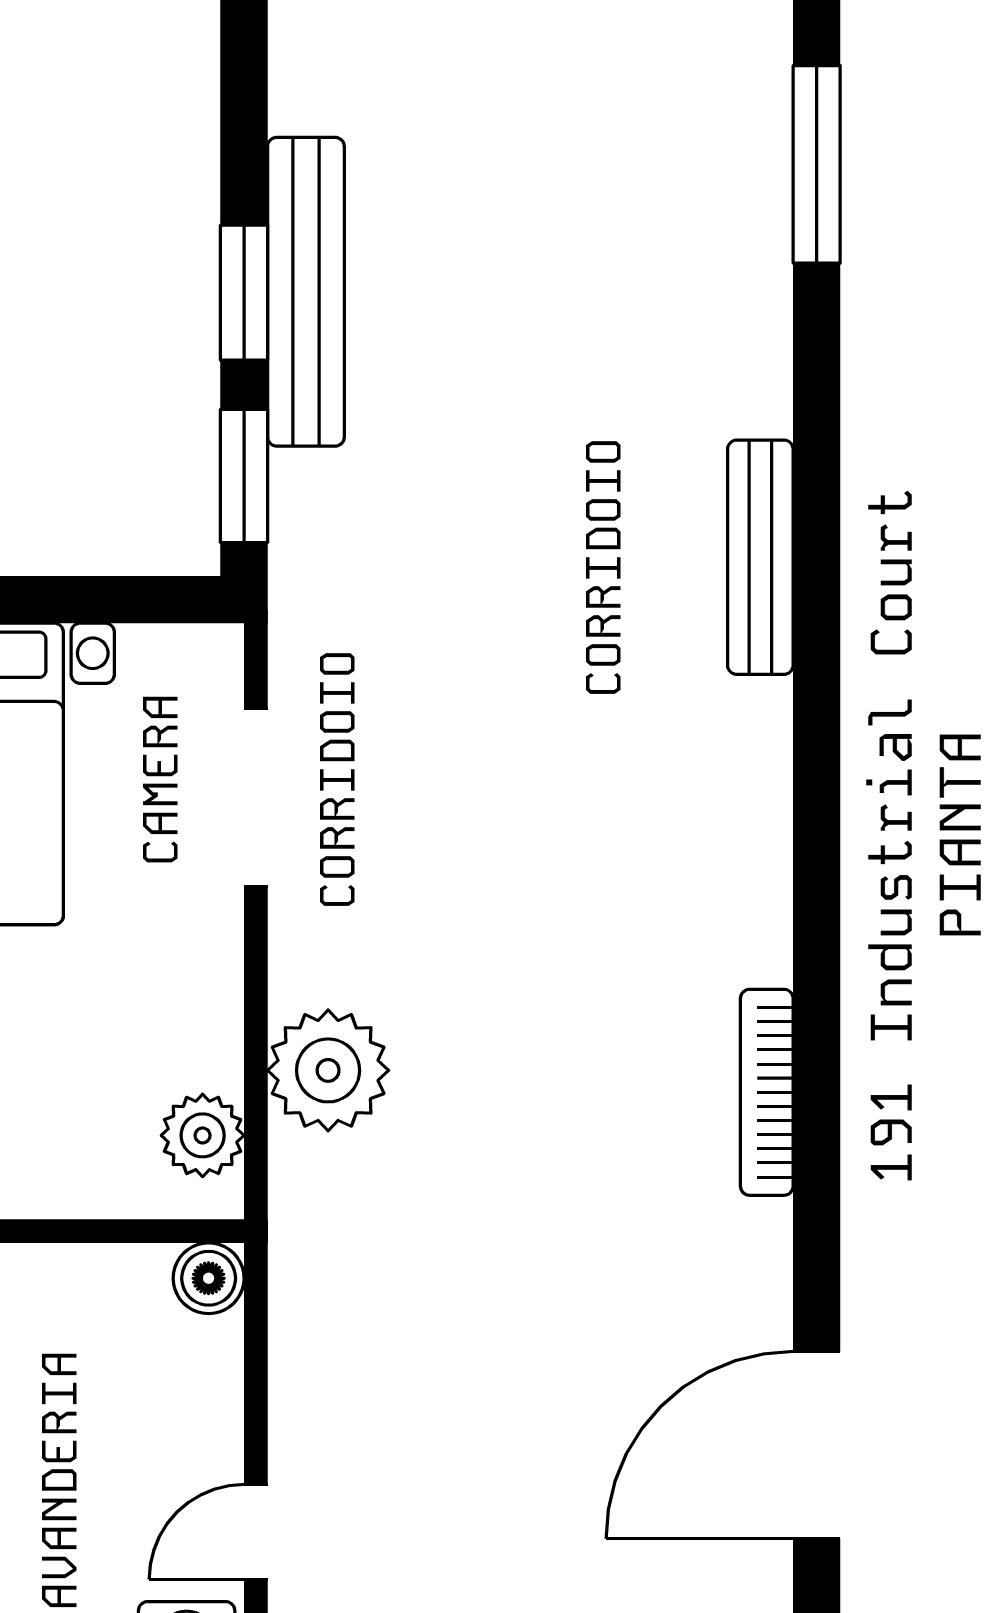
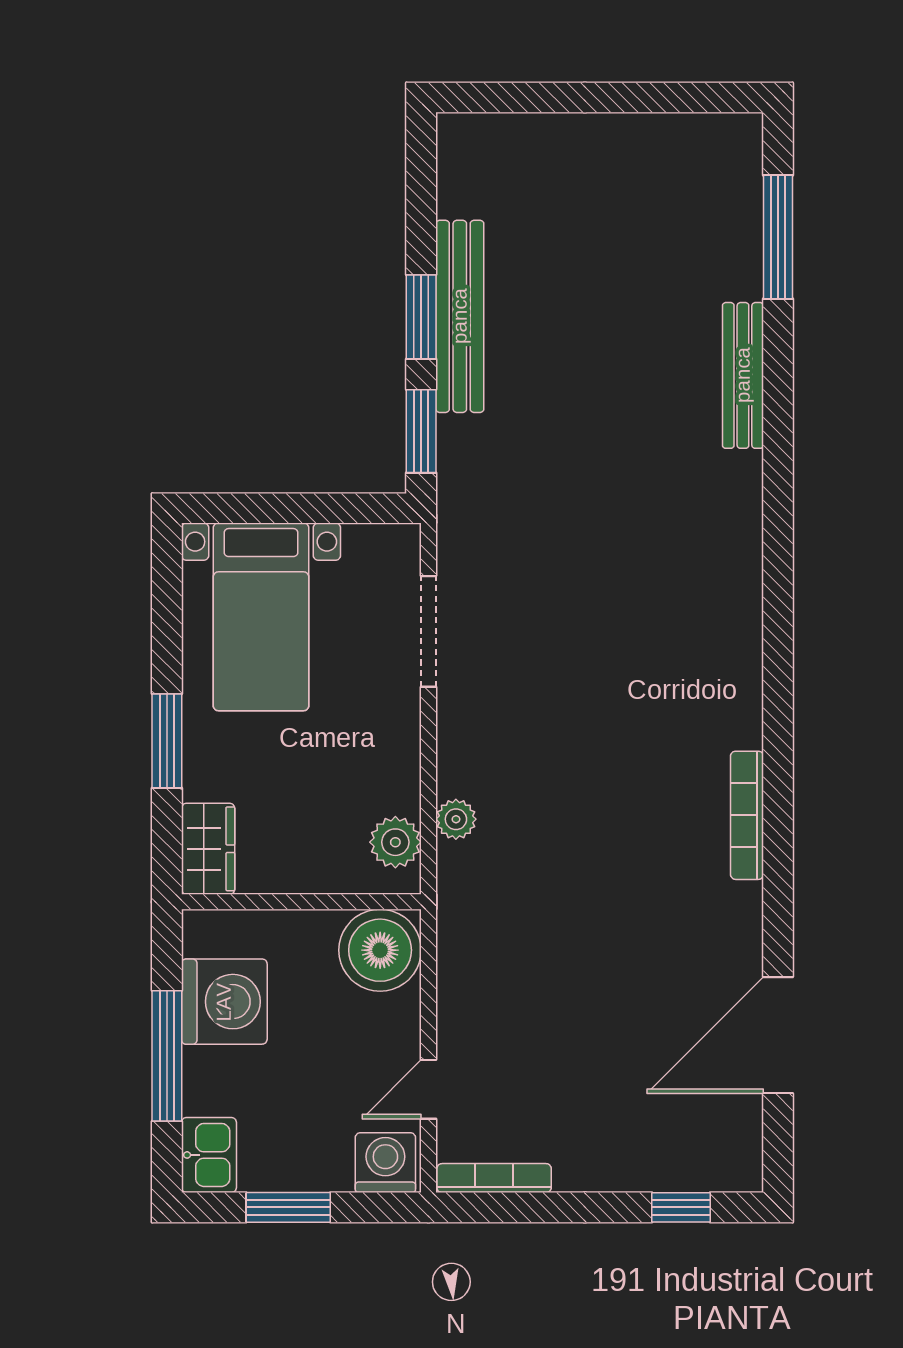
bench: (760, 557) -> (743, 375), moved
plant: (328, 1070) -> (456, 819), width x0.53, depth x0.53
boiler: (209, 1278) -> (380, 950), width x1.86, depth x1.86

